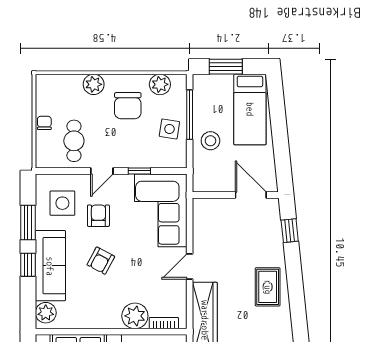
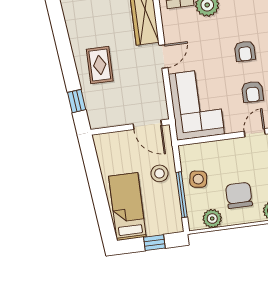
window: (226, 67) -> (154, 243), width x0.67
window: (139, 171) -> (221, 137), removed
door: (251, 195) -> (147, 125), moved
armchair: (101, 261) -> (245, 51), turned 152
rug: (268, 287) -> (100, 65), moved

